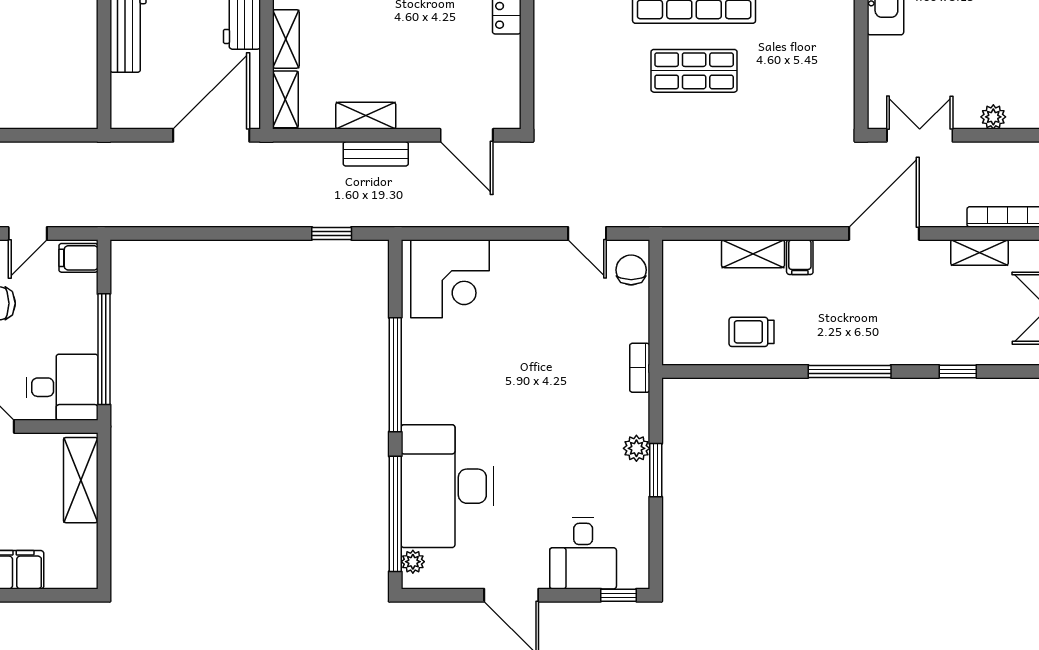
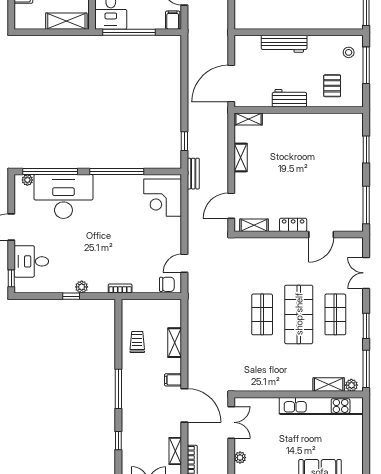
shelving: (286, 39) -> (254, 225), moved
door: (211, 135) -> (231, 84), swing flipped
bench: (376, 154) -> (193, 174), moved
filing cabinet: (800, 257) -> (173, 380), moved
window: (656, 470) -> (71, 296), width x0.67

